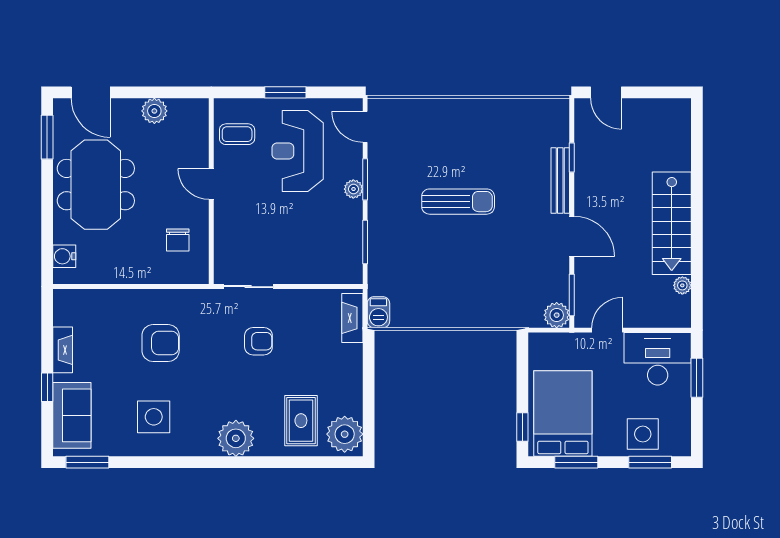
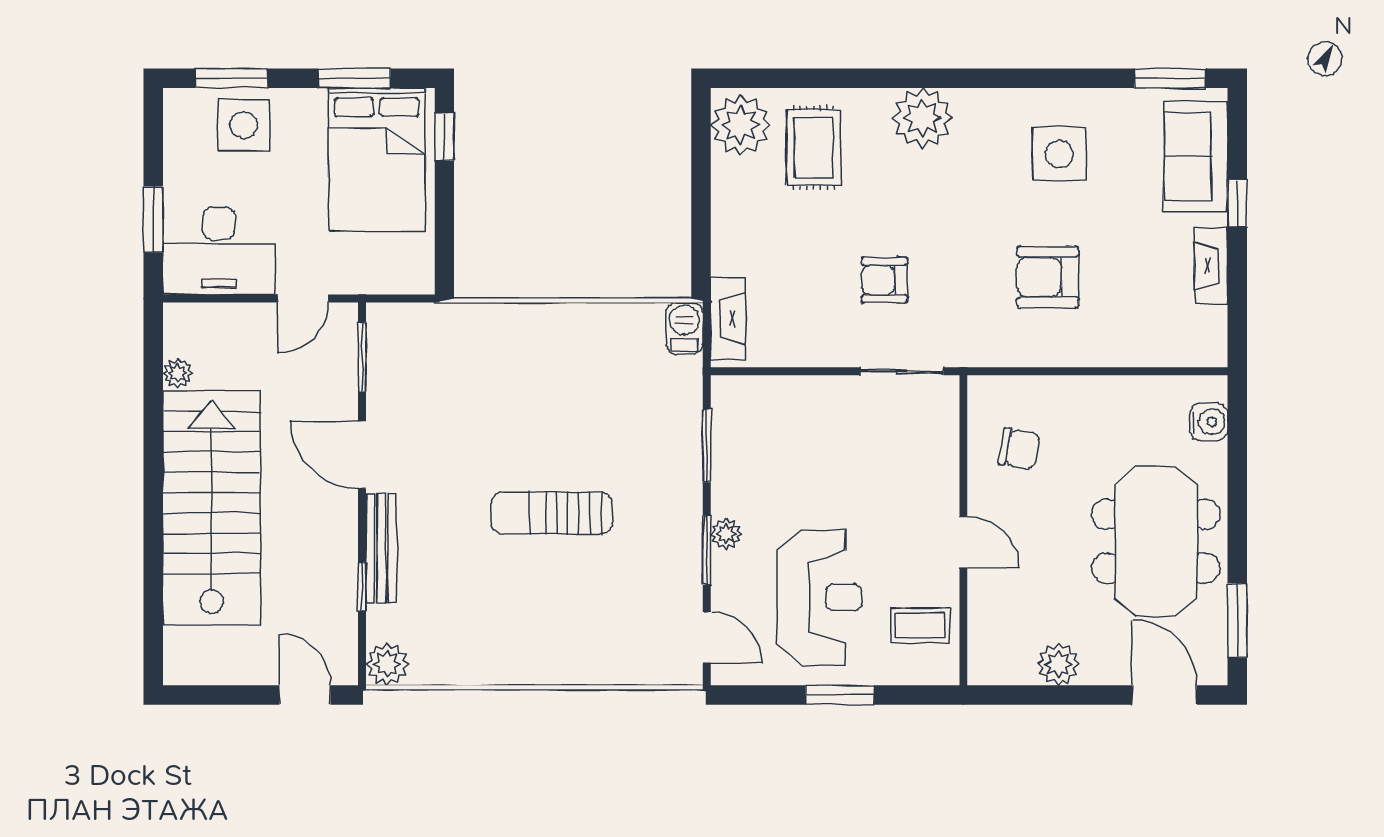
stairs: (672, 223) -> (212, 508), width x1.36, depth x1.51
chair: (178, 240) -> (1019, 449), turned 100
plant: (557, 315) -> (387, 664), moved

